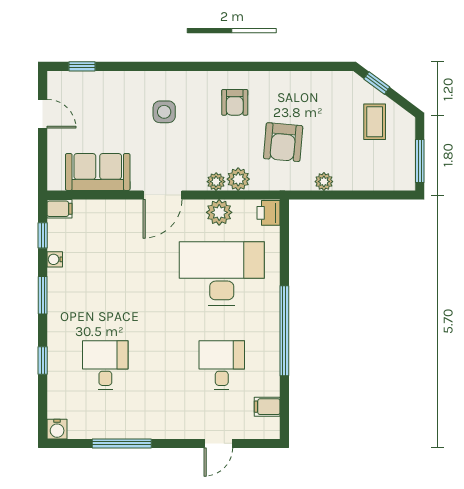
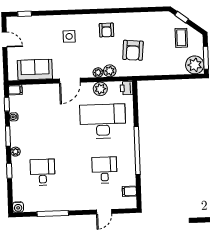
plant: (324, 182) -> (195, 65), moved, width x1.87, depth x1.87
plant: (56, 325) -> (15, 152), added

